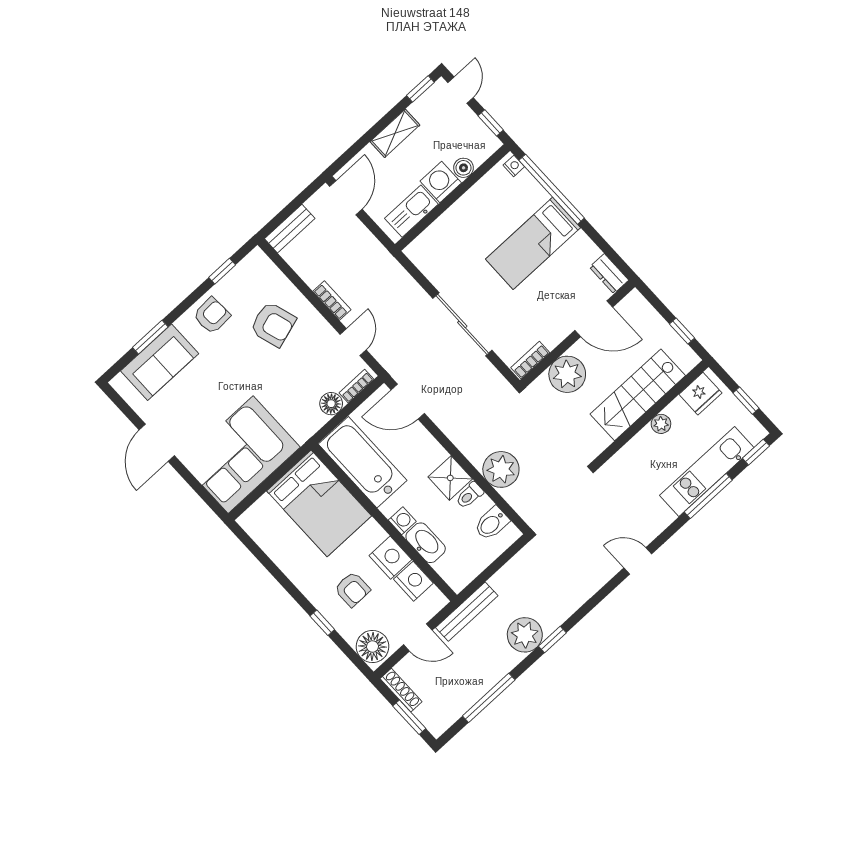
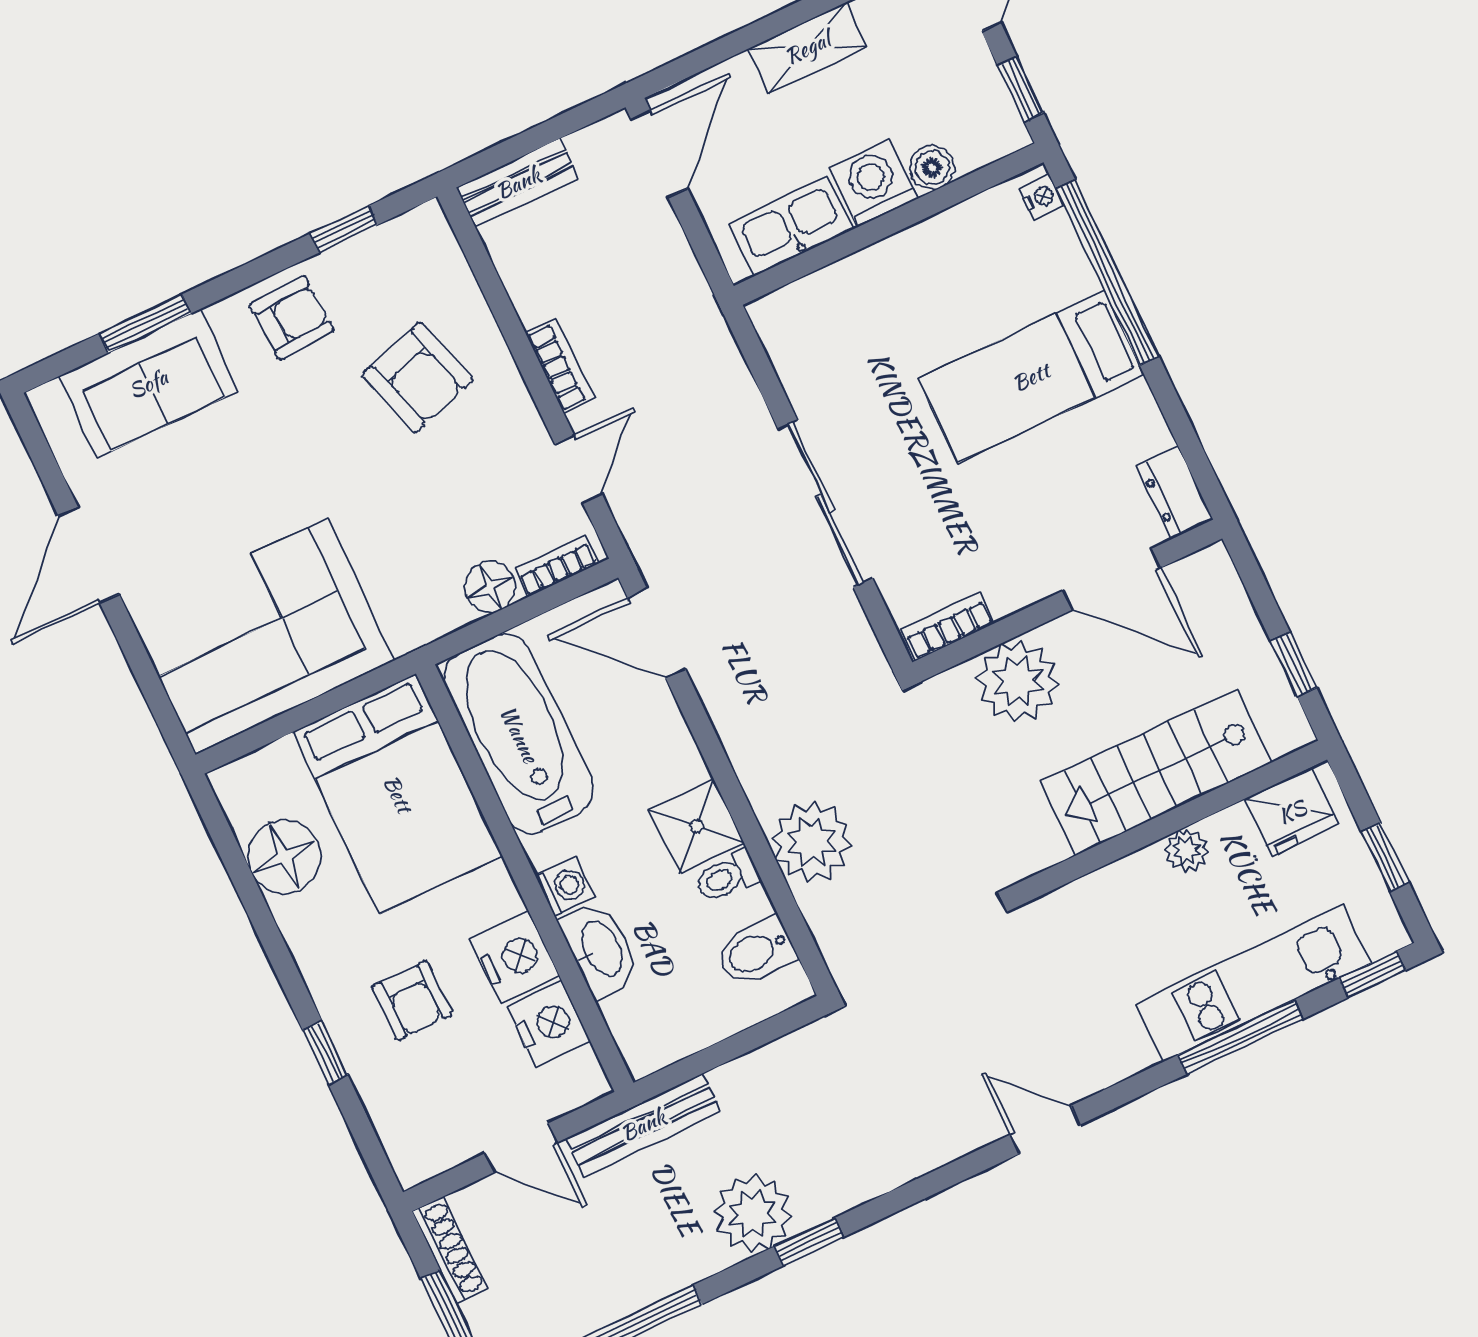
floor lamp: (372, 646) -> (284, 857), moved

